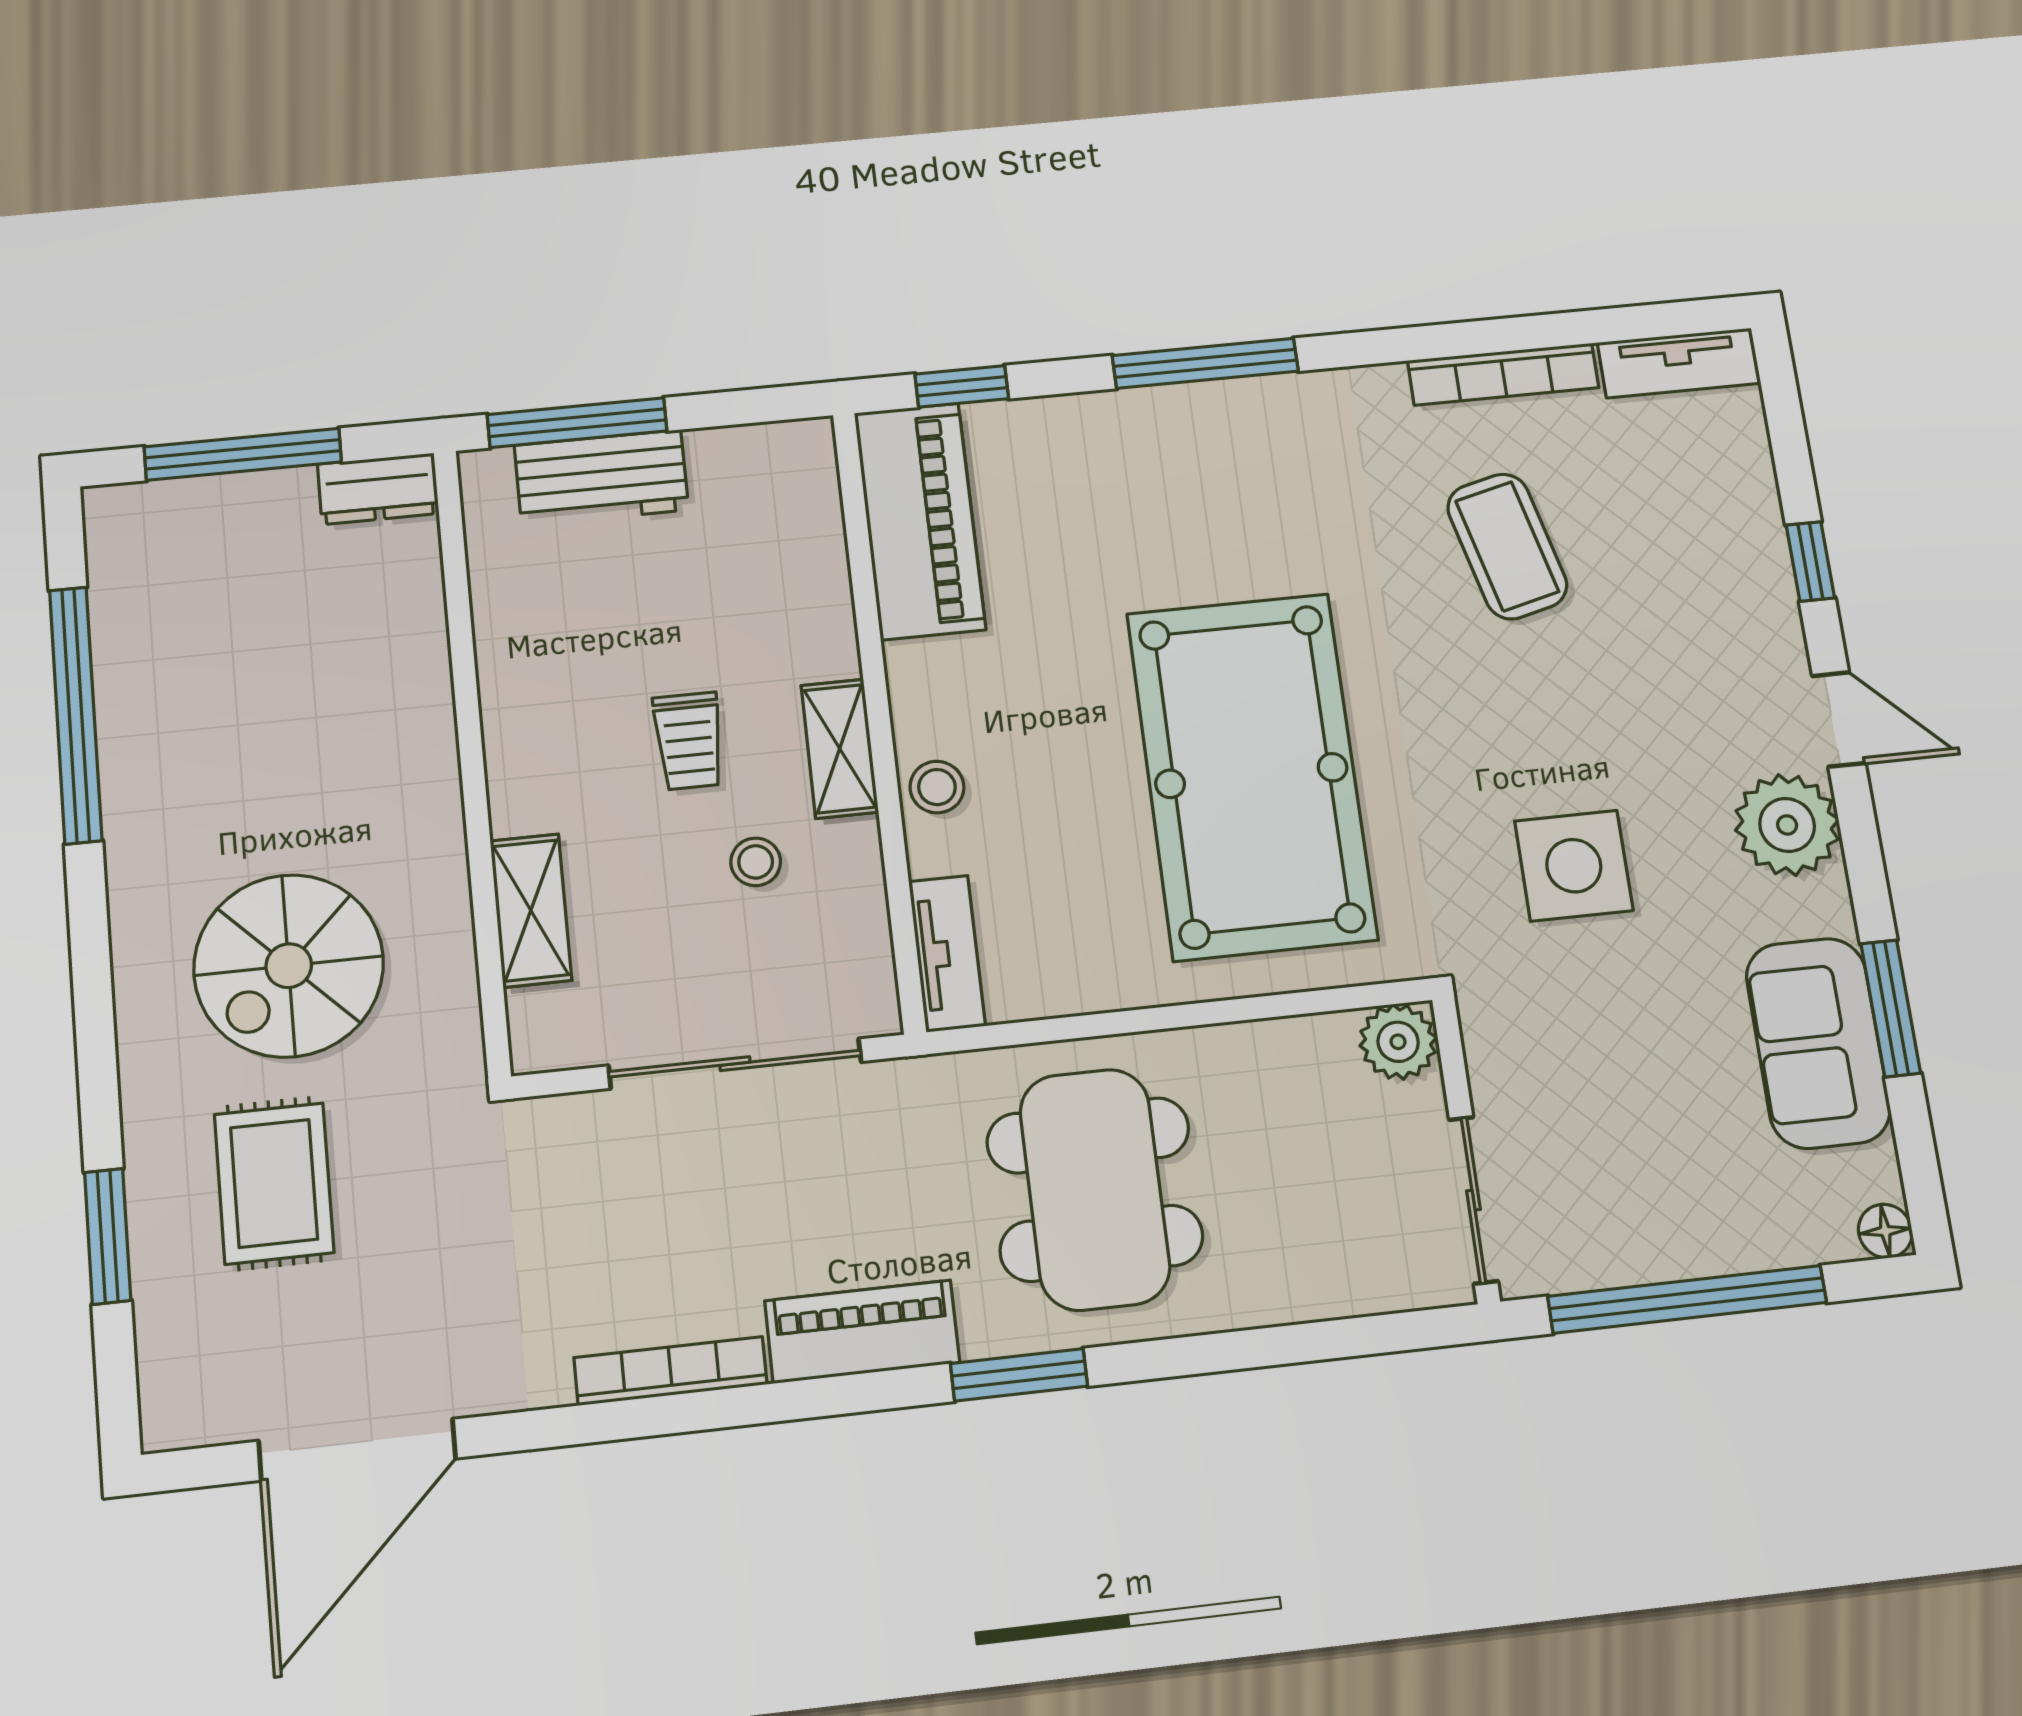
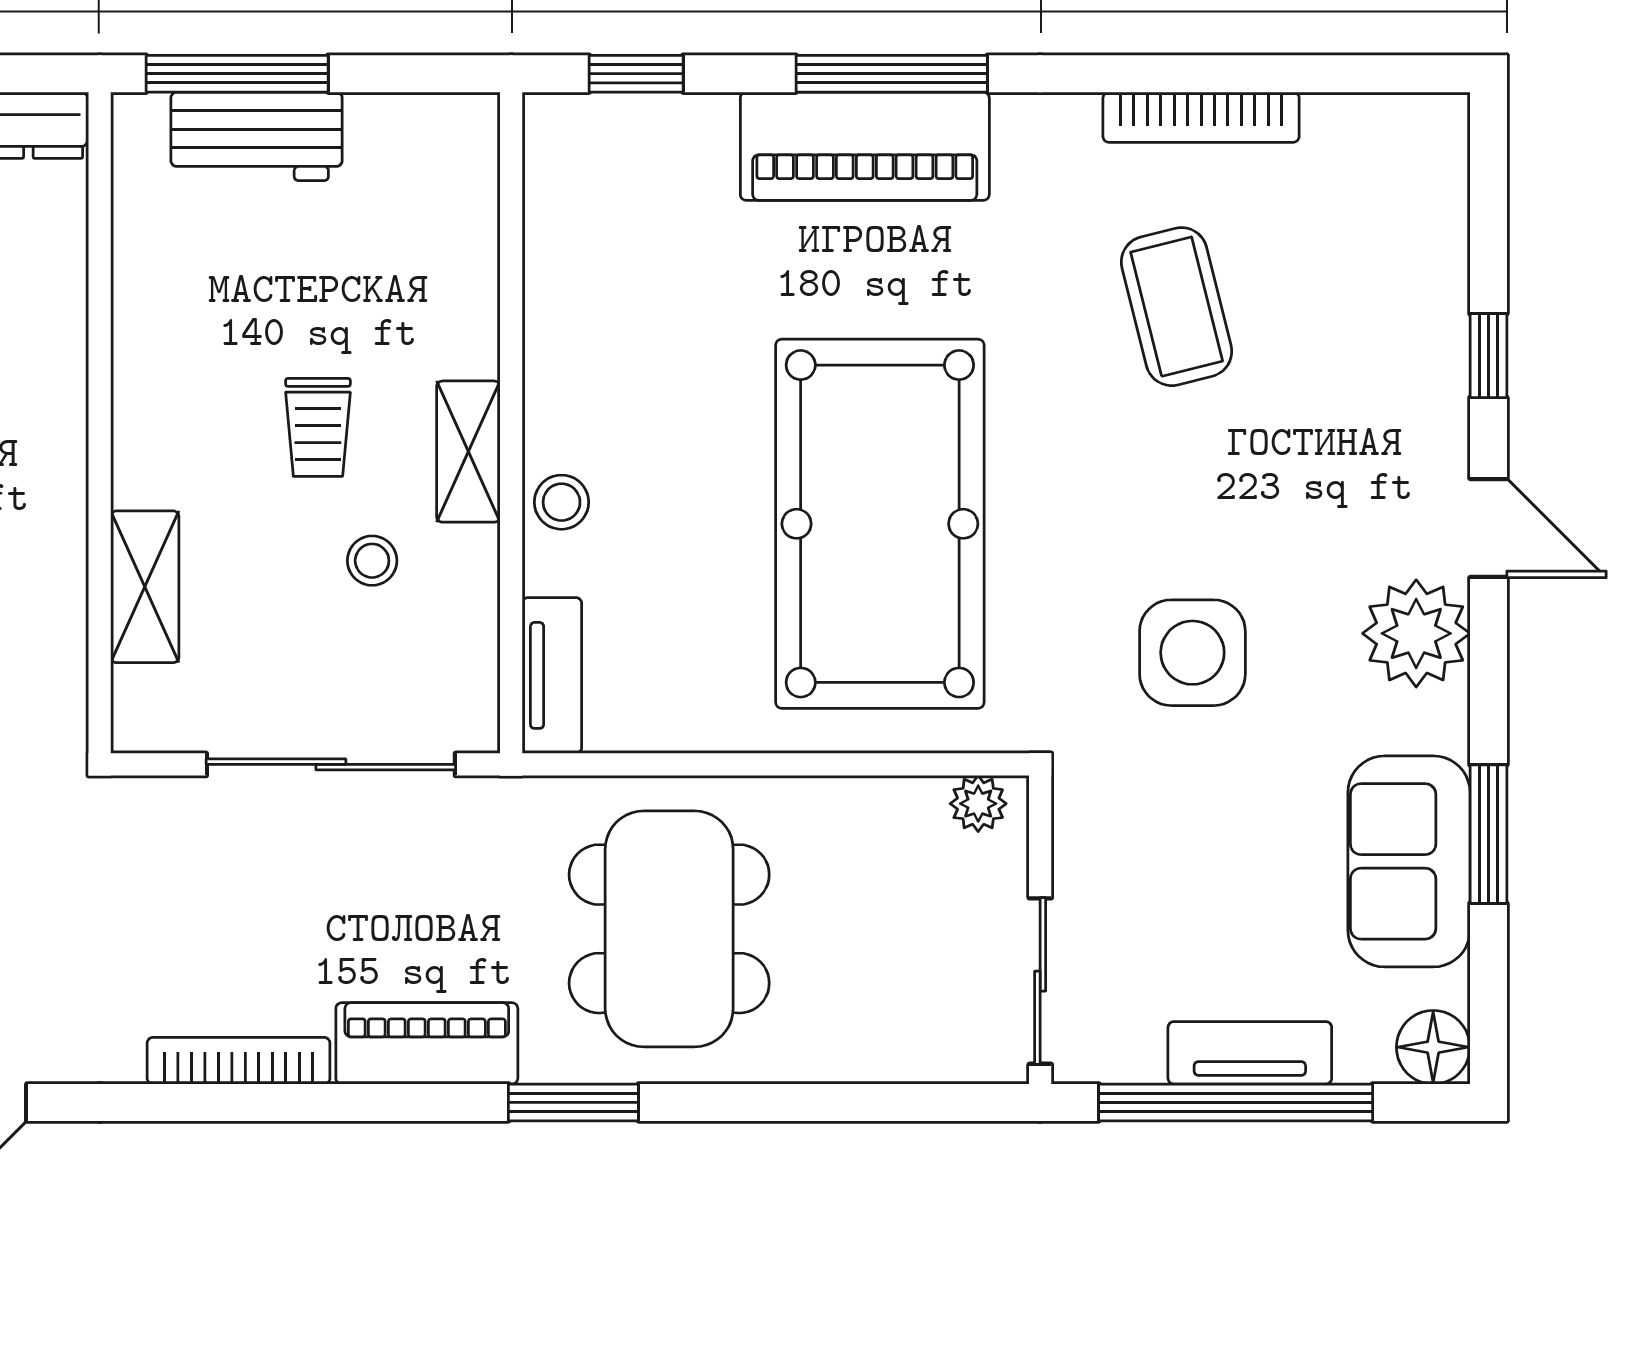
tv unit: (1678, 363) -> (1250, 1053), moved, turned 180
piano: (920, 521) -> (865, 146), moved, turned 90
plant: (1398, 1042) -> (978, 804), width x0.73, depth x0.73
floor lamp: (1885, 1231) -> (1433, 1047), width x1.37, depth x1.37

